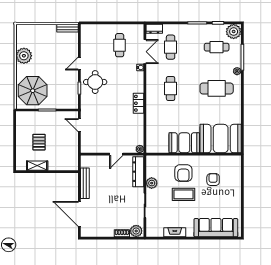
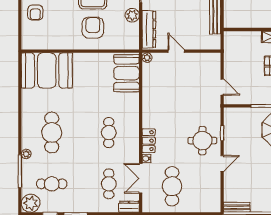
cafe table: (120, 45) -> (172, 186), width x1.37, depth x1.35
cafe table: (217, 88) -> (52, 133), turned 90
locker: (138, 103) -> (149, 141), moved
booth: (184, 143) -> (127, 73), moved, turned 90
door: (116, 154) -> (176, 51), hinge flipped
armchair: (213, 179) -> (35, 12), moved

